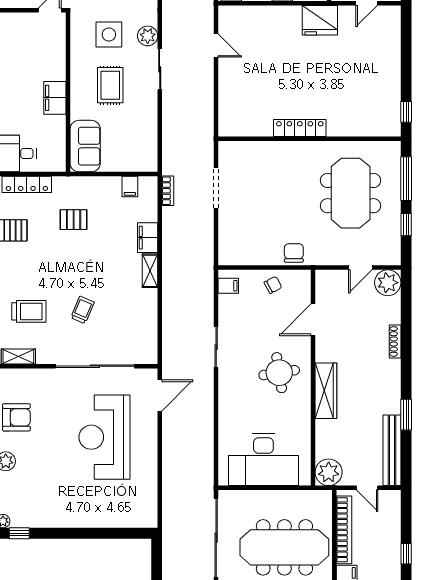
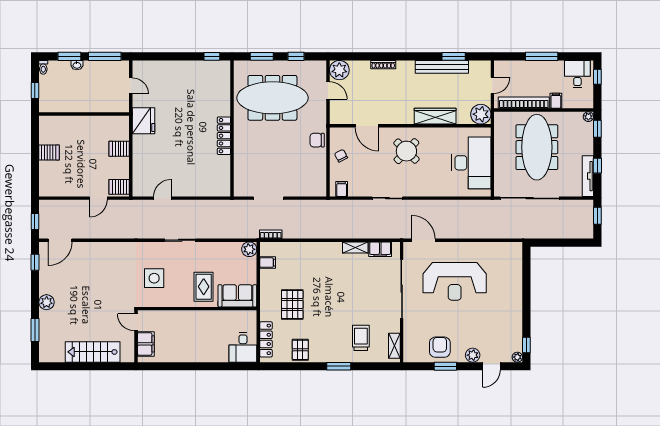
plant: (148, 36) -> (249, 249), moved
rug: (110, 85) -> (204, 287), moved, turned 90
filing cabinet: (55, 98) -> (146, 344), moved, turned -90
window: (406, 179) -> (262, 56), width x0.69
meeting table: (351, 193) -> (272, 98), width x1.36
pallet: (74, 220) -> (292, 305), width x1.50, depth x1.42
filing cabinet: (148, 238) -> (380, 249), moved
shelving: (150, 271) -> (355, 247), moved
trolley: (82, 310) -> (360, 298), removed
round table: (279, 373) -> (406, 151), turned -37
wardrobe: (326, 391) -> (435, 116), moved
window: (406, 415) -> (454, 56), moved
bench: (392, 450) -> (442, 67), moved
window: (406, 554) -> (542, 56), width x2.17

